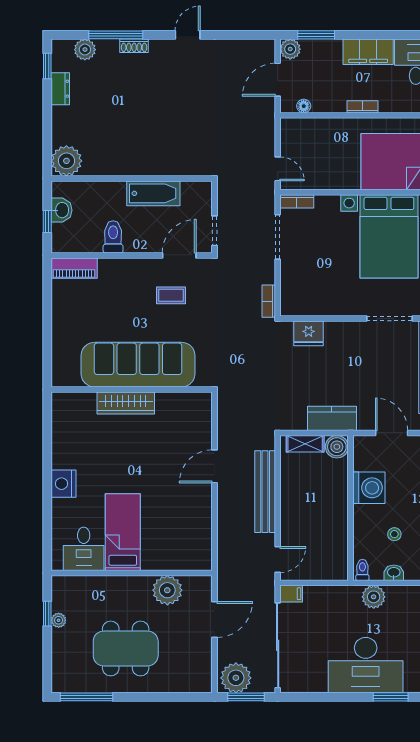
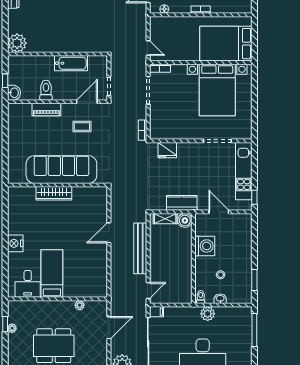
washbasin: (61, 210) -> (14, 93), moved
piano: (74, 268) -> (46, 110), moved
plant: (167, 590) -> (80, 305), width x0.53, depth x0.53

